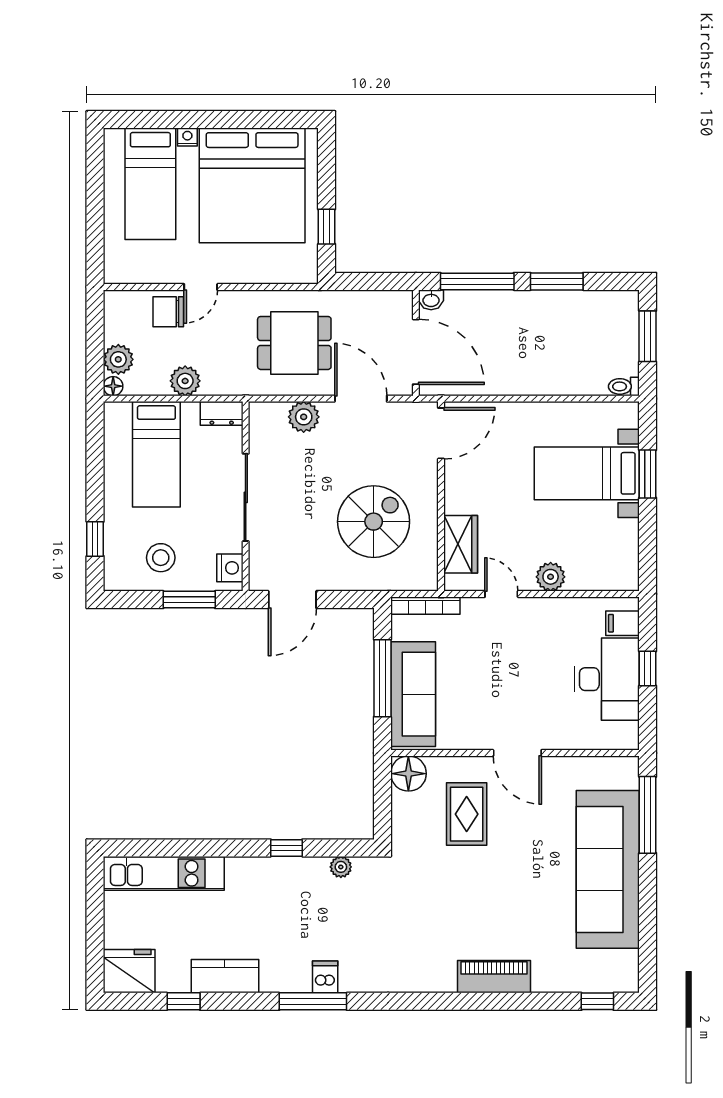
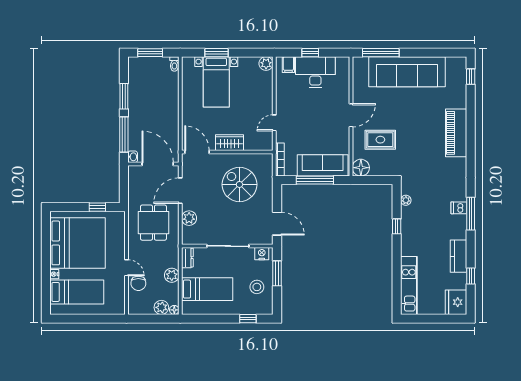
door: (416, 352) -> (158, 164), hinge flipped
wardrobe: (461, 544) -> (229, 143), moved
plant: (551, 577) -> (266, 64), moved
piano: (494, 977) -> (456, 133), width x1.37, depth x1.33

